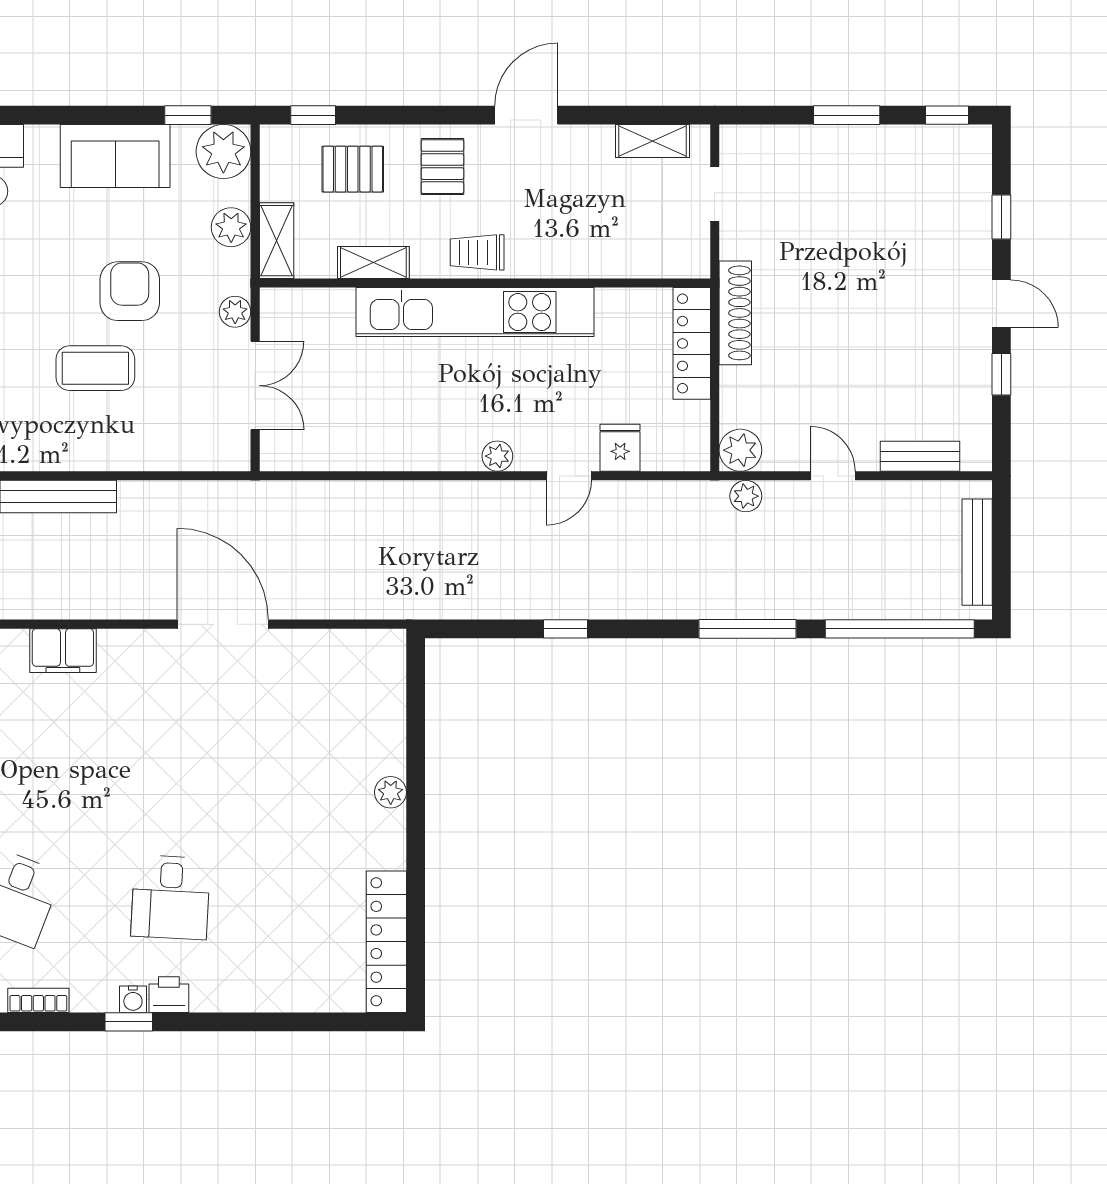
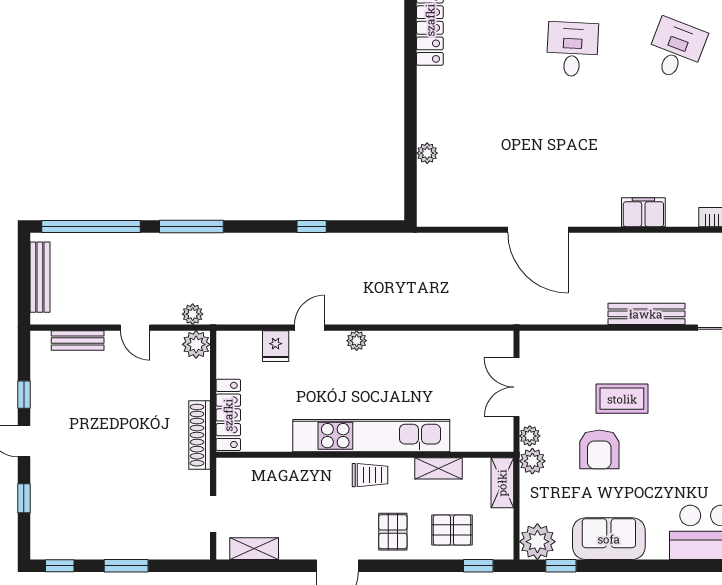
plant: (231, 227) -> (532, 461), moved
plant: (391, 792) -> (427, 153), moved

